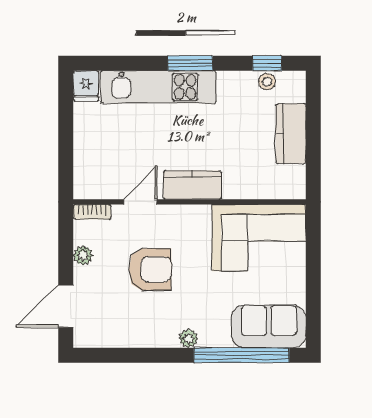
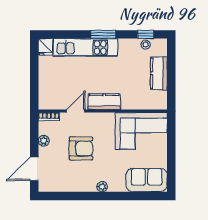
window: (241, 355) -> (131, 196), removed

